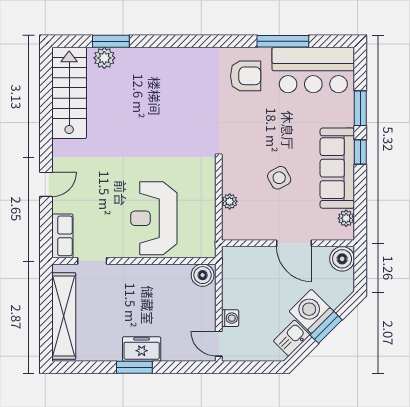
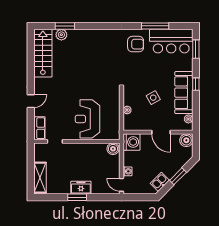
window: (360, 108) -> (196, 49), moved
washing machine: (311, 311) -> (131, 142), moved, turned 135
shelving: (64, 316) -> (40, 178), width x0.68

